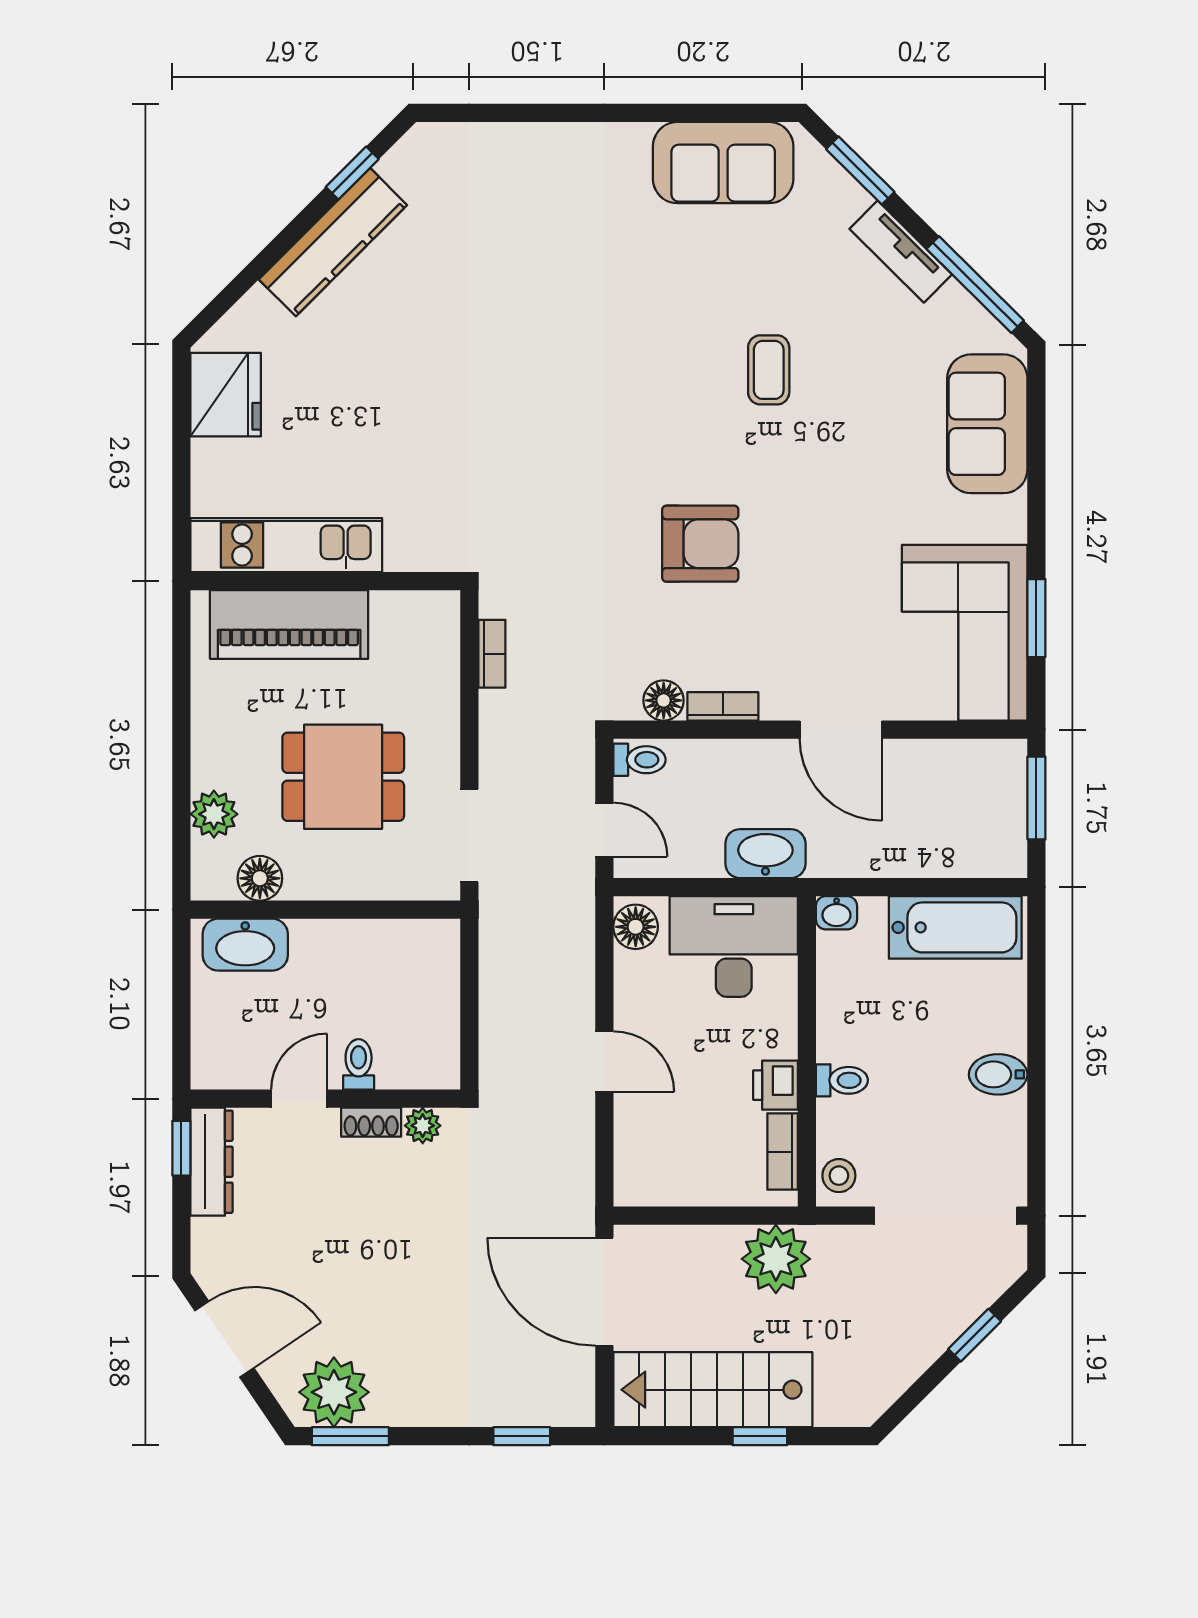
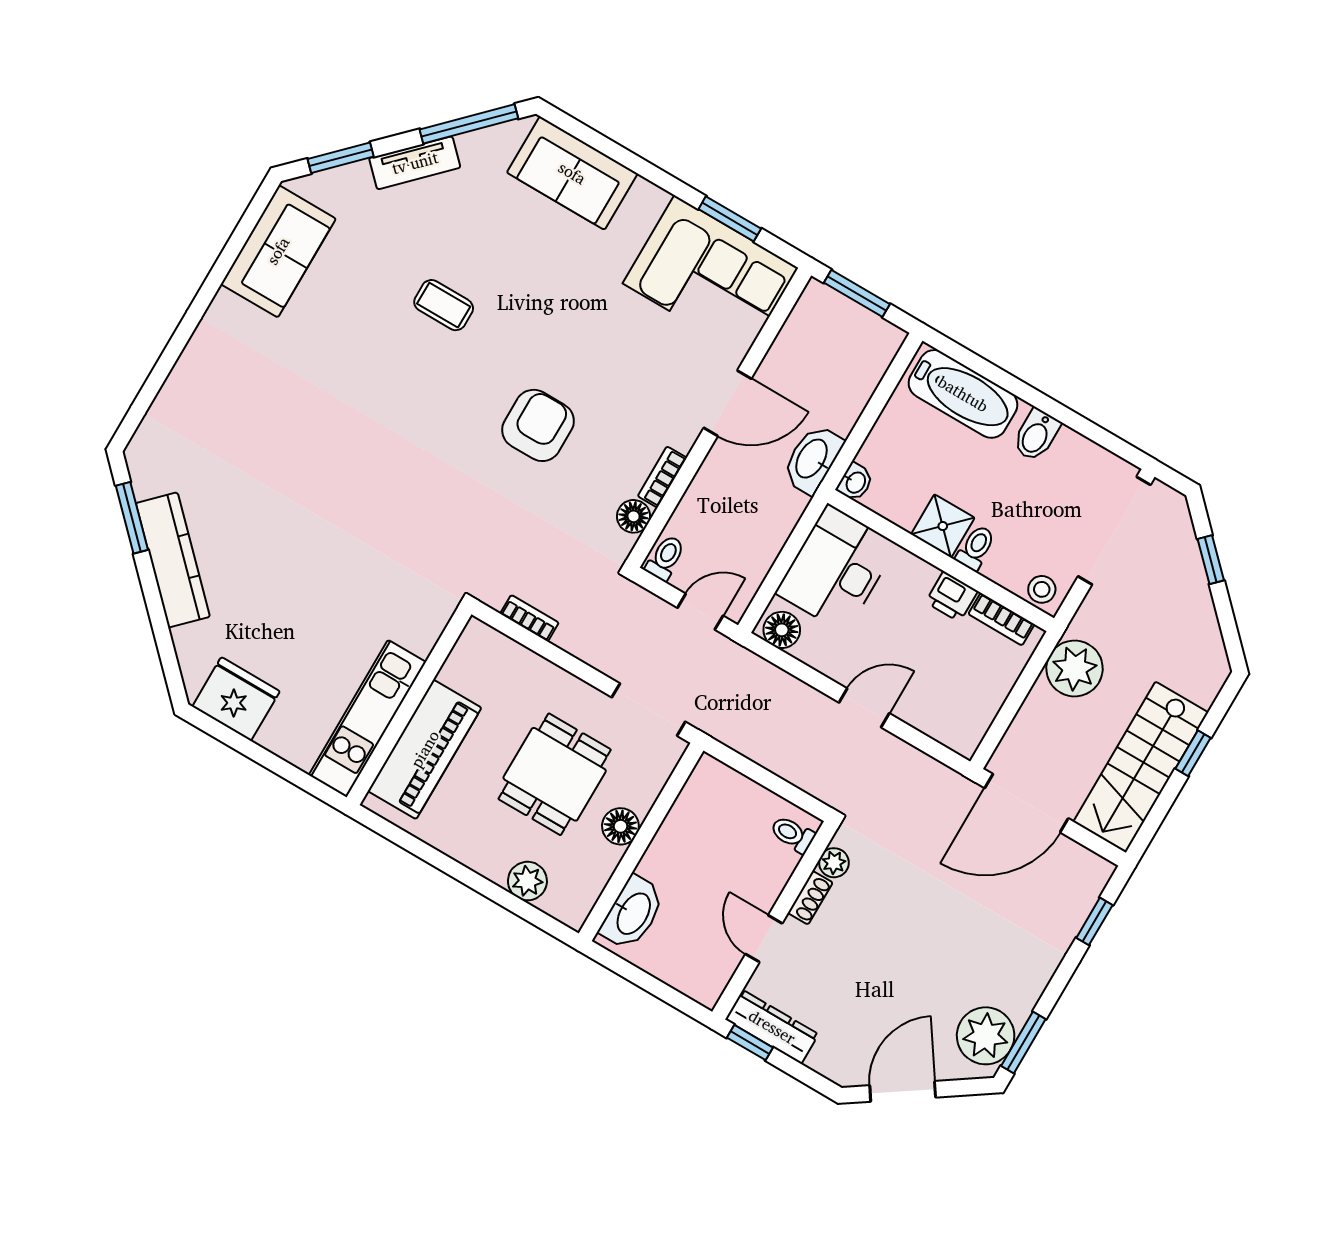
window: (352, 173) -> (132, 518), width x1.50
washbasin: (765, 854) -> (812, 459), moved
floor lamp: (260, 878) -> (620, 826), moved
bathtub: (955, 927) -> (963, 394), moved, turned 90
shower: (844, 1032) -> (943, 526), added
toilet: (359, 1064) -> (793, 834), moved

